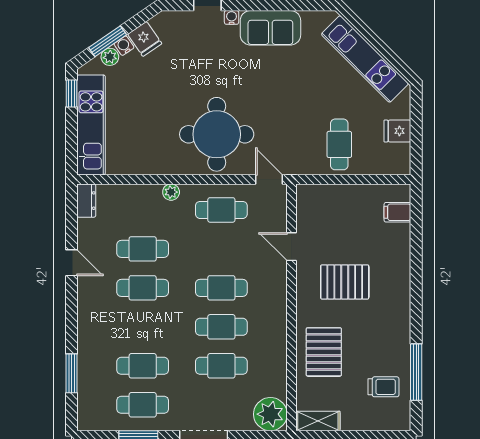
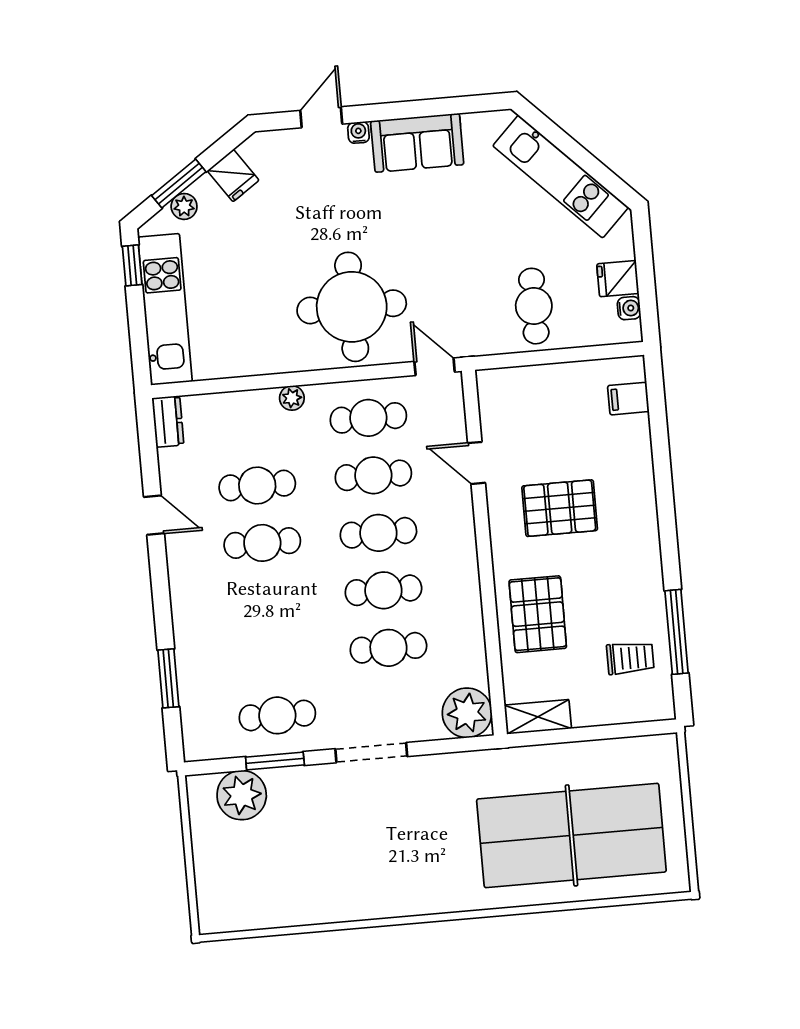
water cooler: (124, 46) -> (629, 308), moved, turned 125
cafe table: (143, 366) -> (373, 475), moved

